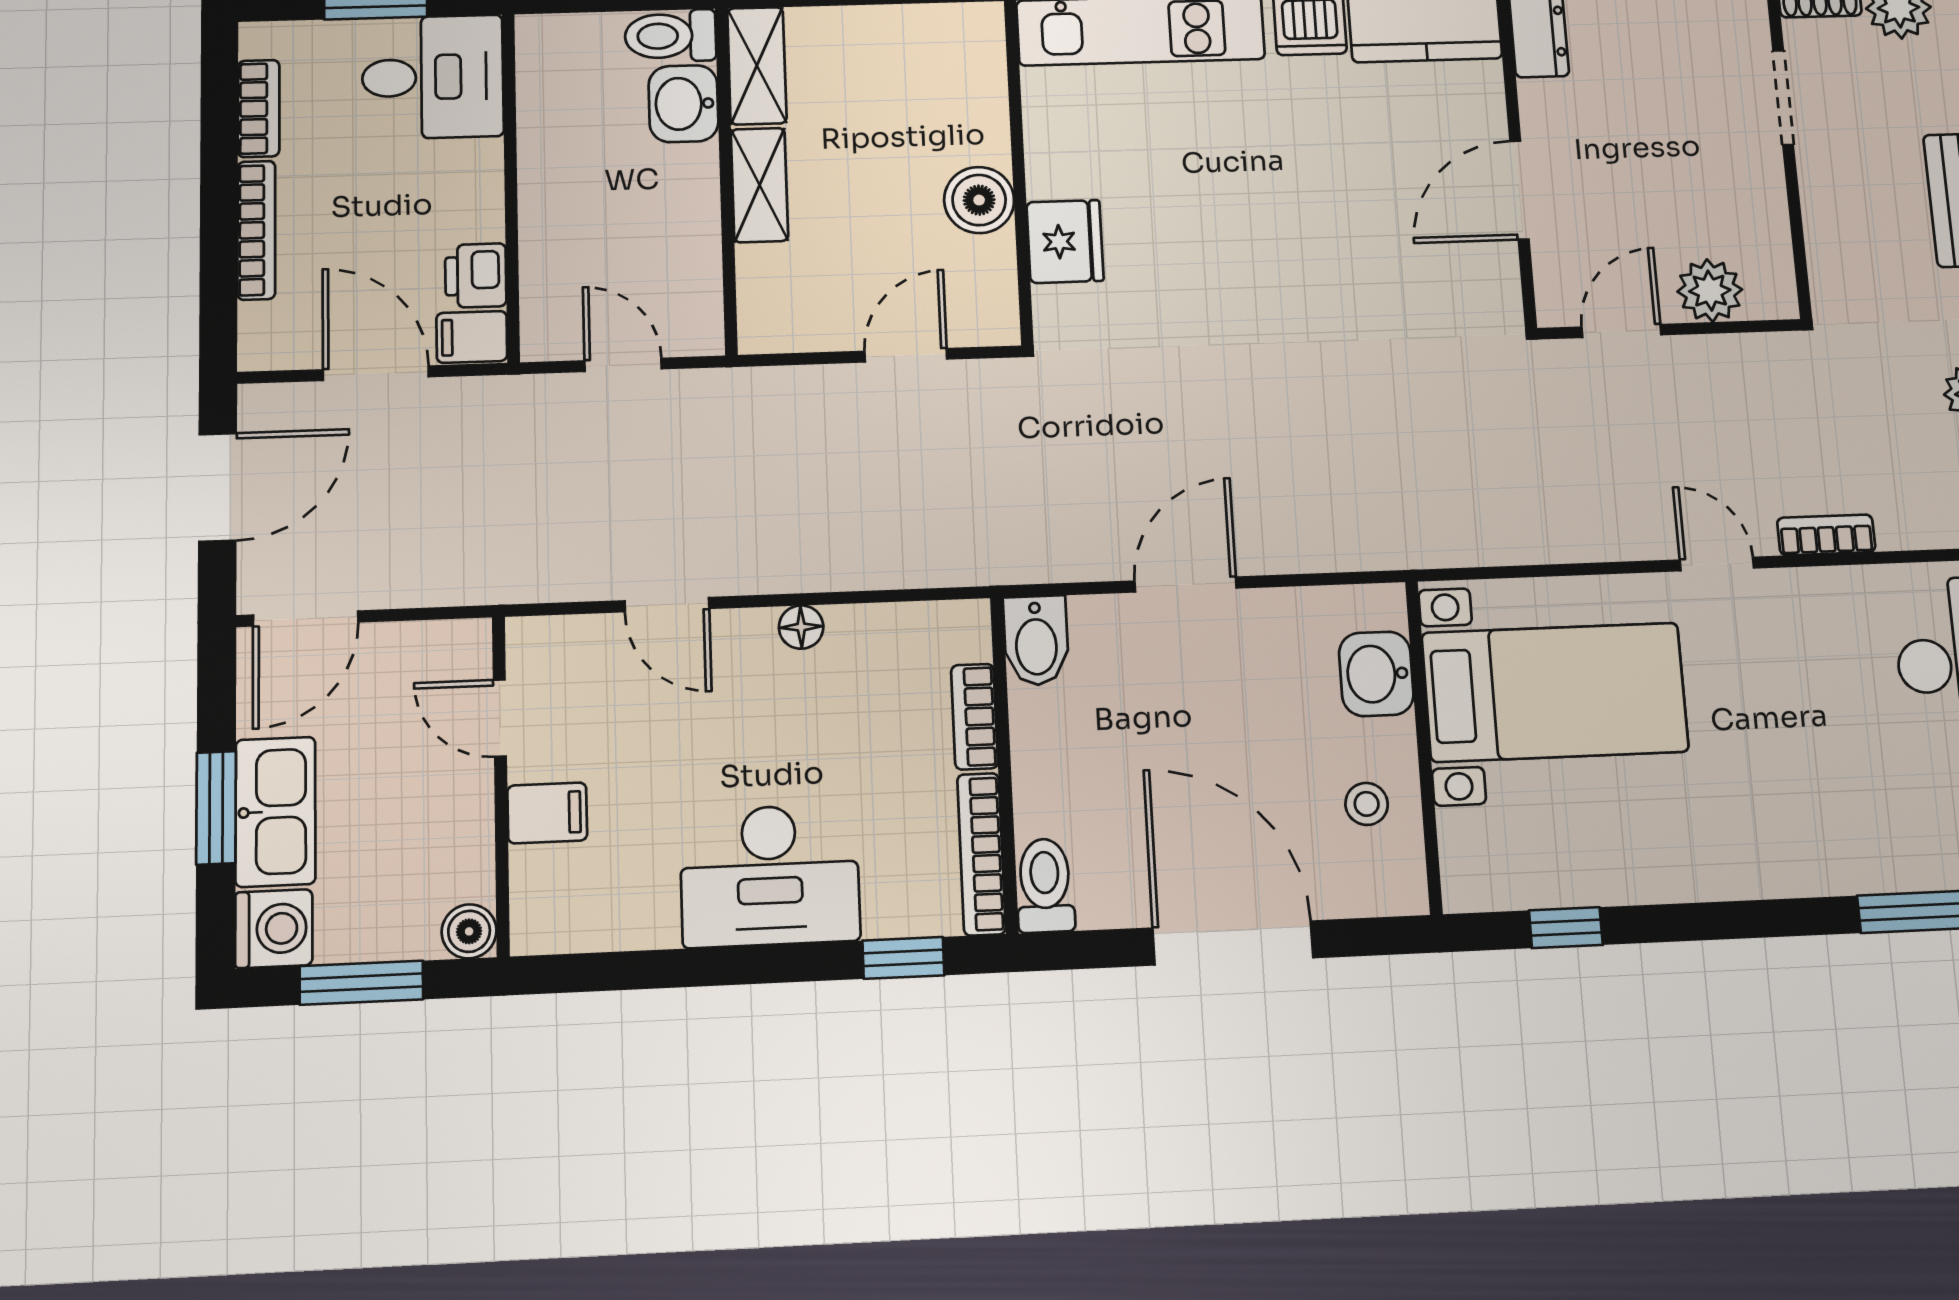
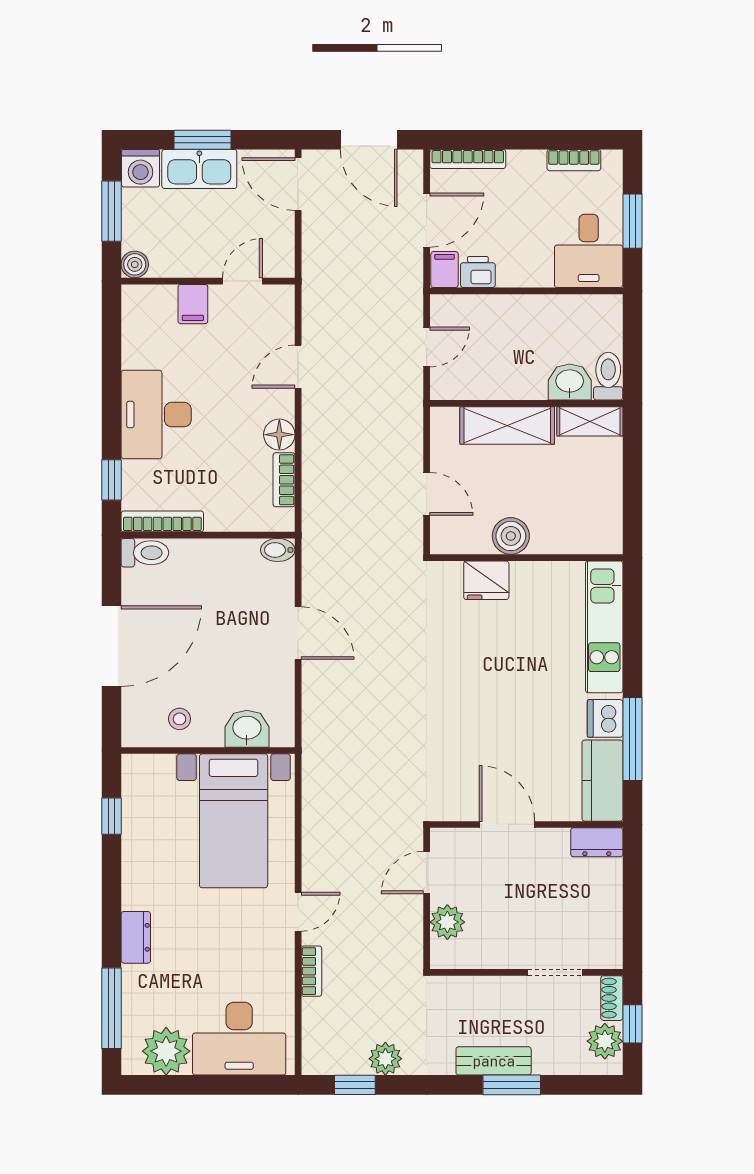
shelving: (760, 185) -> (507, 425), width x1.50, depth x1.33
bookcase: (256, 230) -> (468, 159), moved
door: (1621, 331) -> (427, 873), swing flipped
floor lamp: (801, 627) -> (279, 435), width x1.37, depth x1.37
bidet: (1036, 641) -> (278, 550), width x0.72, depth x0.74
bookcase: (974, 717) -> (284, 480), moved, turned -90
dresser: (1796, 870) -> (136, 937), added

